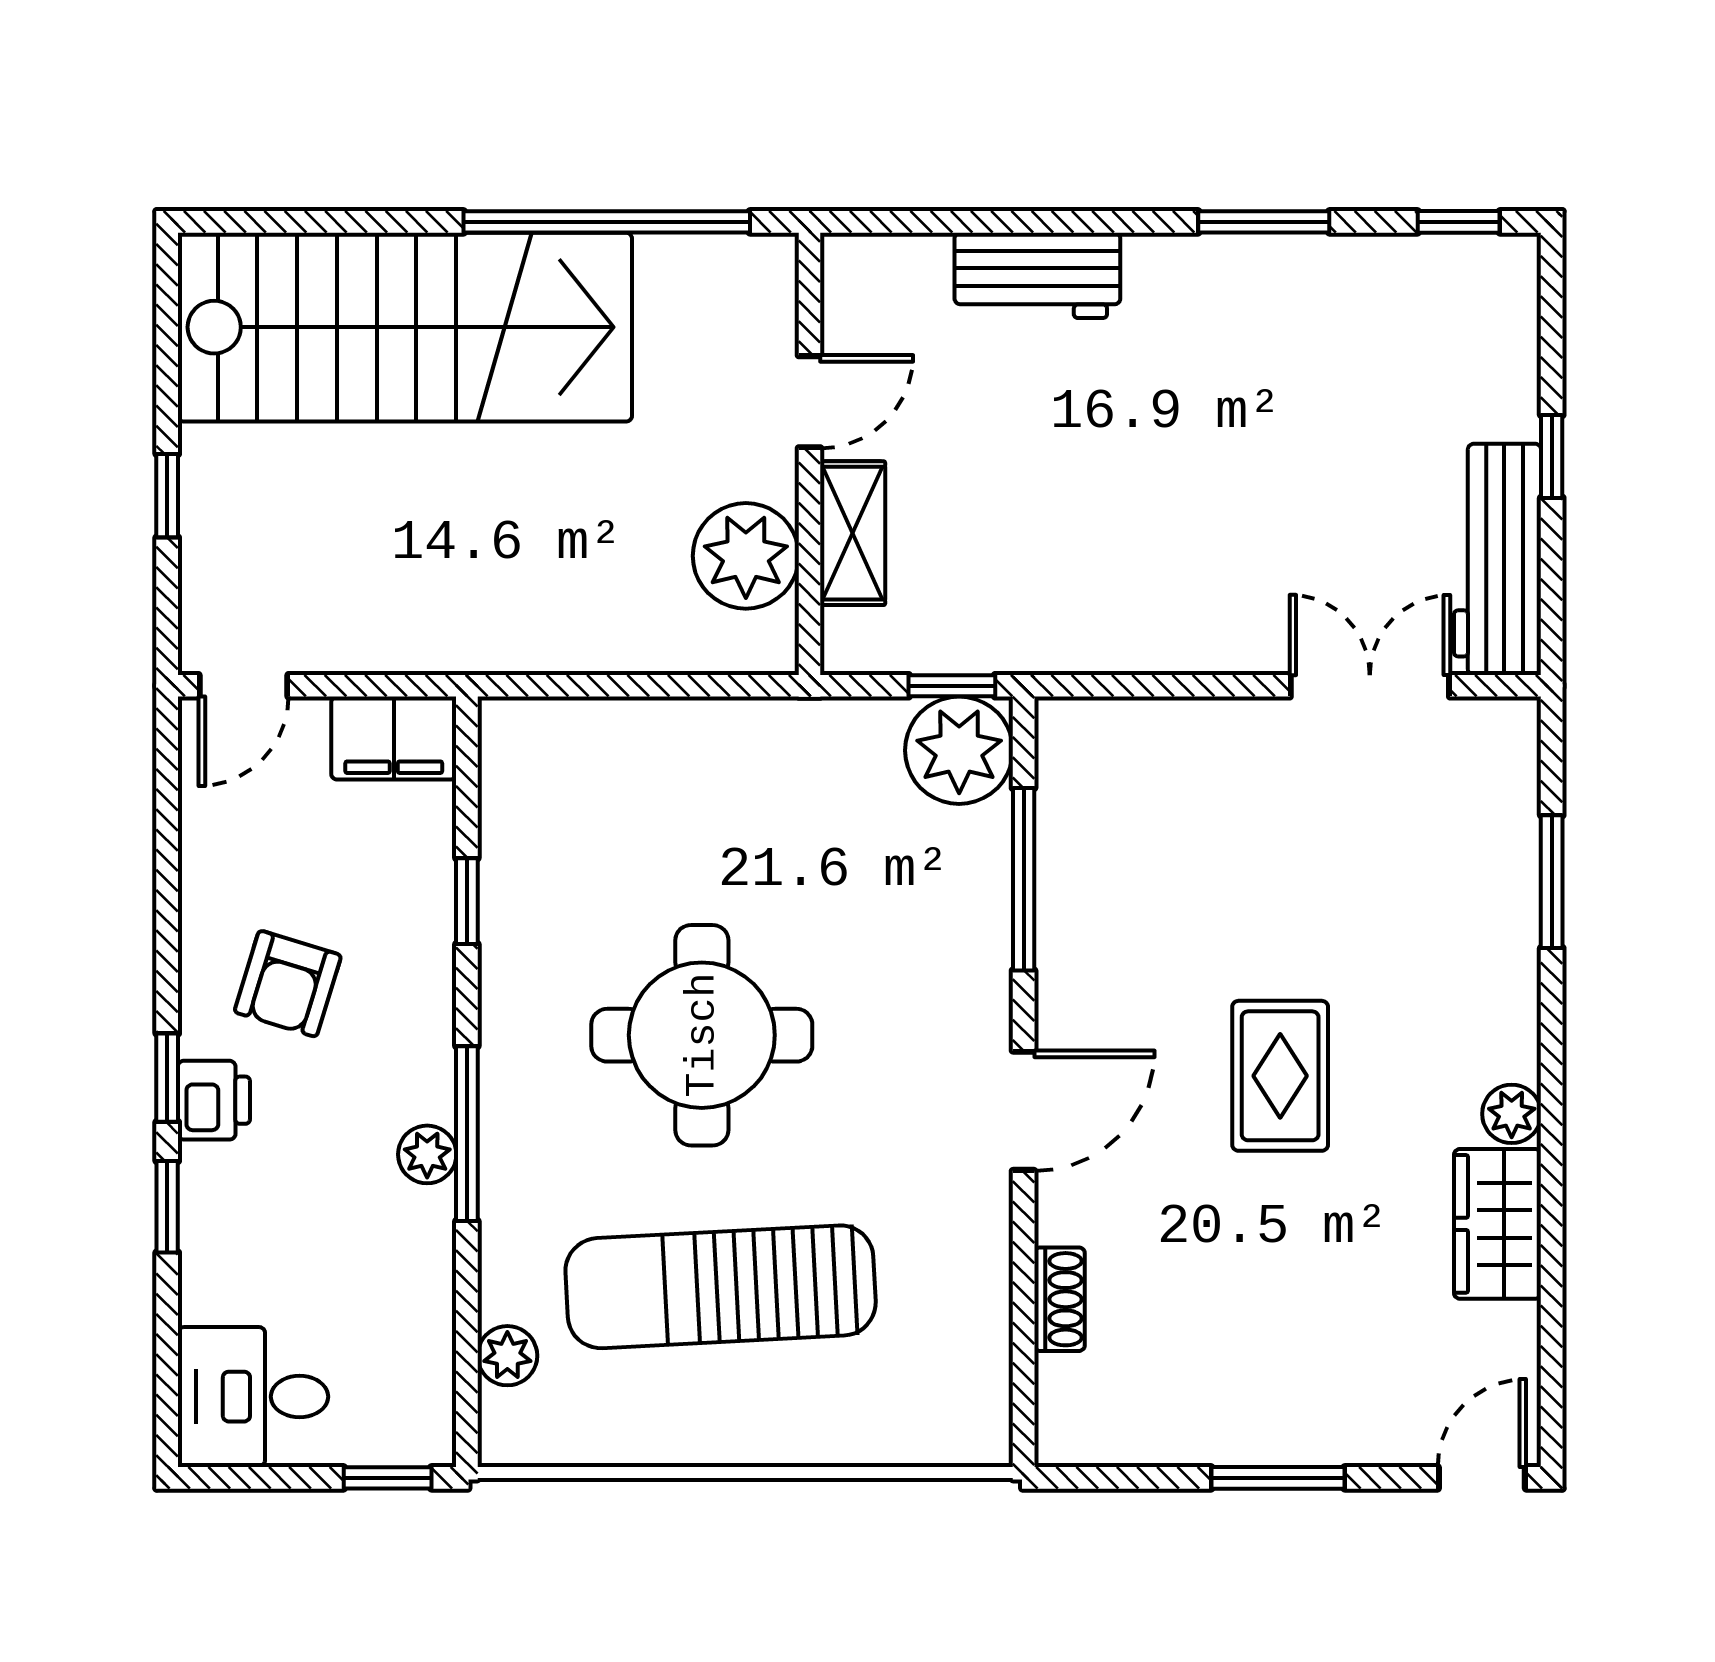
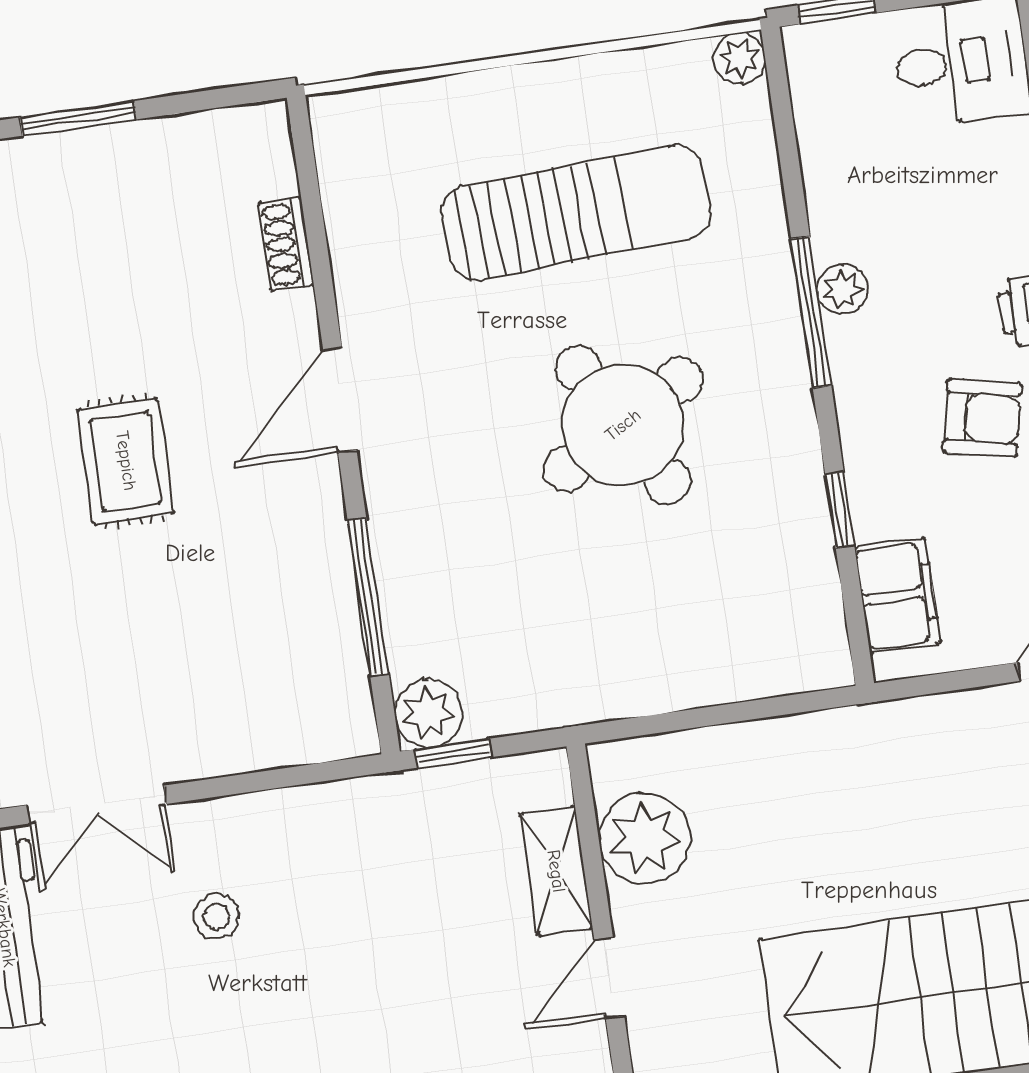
stool: (1251, 537) -> (216, 917), added
filing cabinet: (394, 738) -> (898, 595), moved, turned 90
plant: (959, 750) -> (429, 713), width x0.73, depth x0.73
armchair: (288, 984) -> (982, 418), turned 85
round table: (702, 1035) -> (623, 425), turned -30
plant: (507, 1356) -> (739, 58), moved

